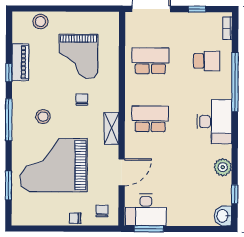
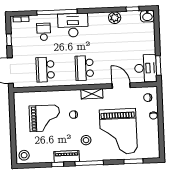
stool: (40, 22) -> (24, 155), moved
piano: (20, 62) -> (67, 156), moved
desk: (214, 122) -> (73, 25), moved

